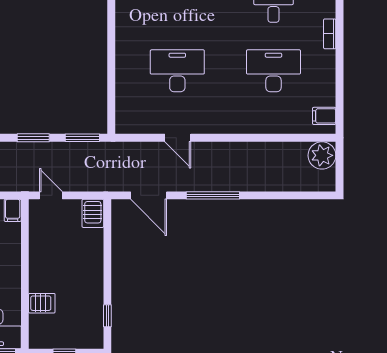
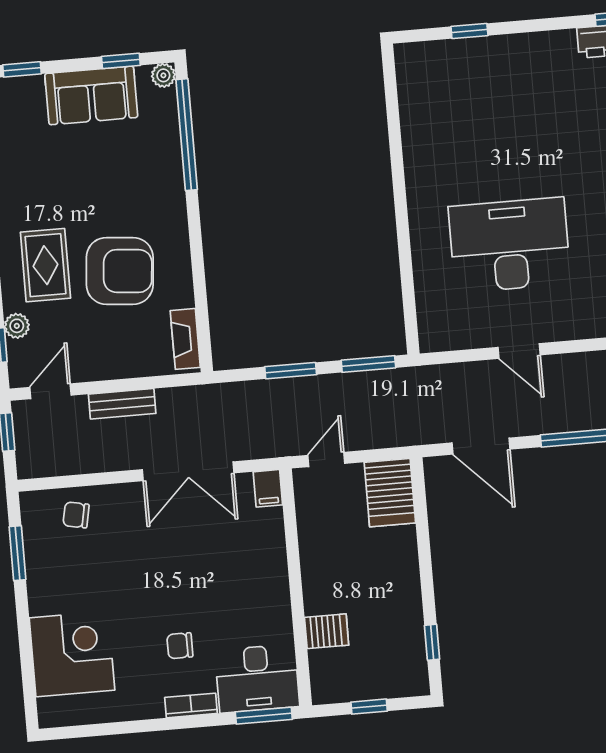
desk: (177, 71) -> (510, 245), width x1.36, depth x1.30
door: (51, 195) -> (326, 459), hinge flipped
server rack: (93, 213) -> (390, 493), width x1.36, depth x1.44

